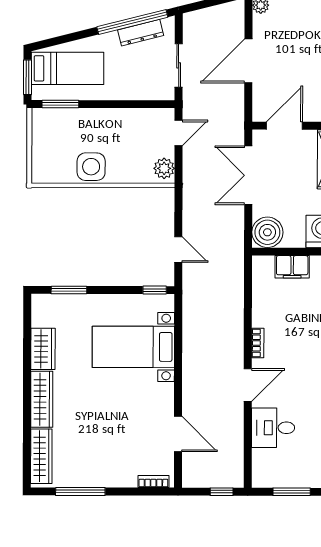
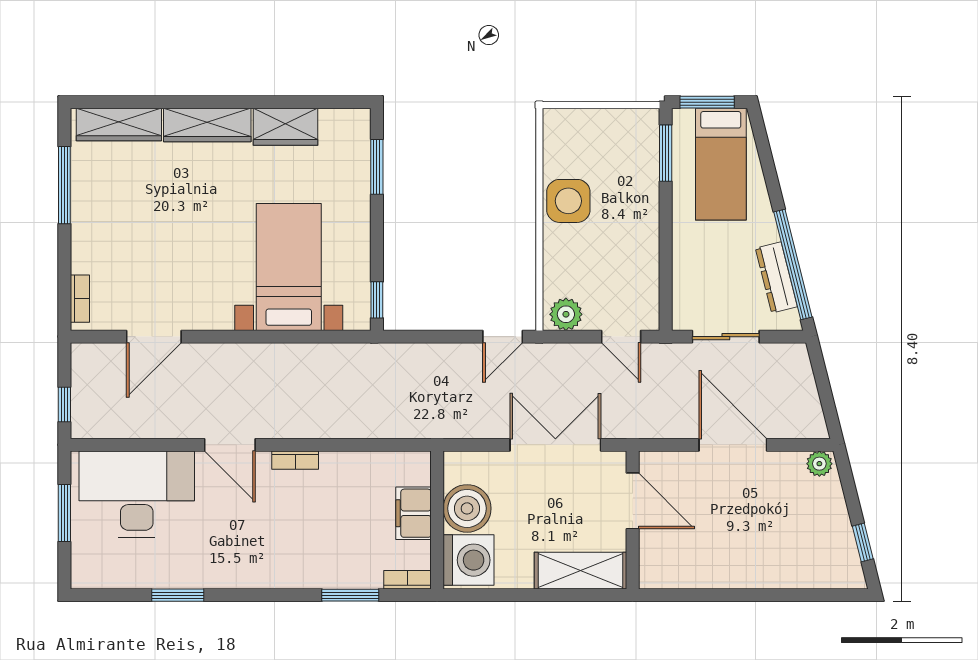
boiler: (267, 232) -> (467, 508), moved
door: (178, 250) -> (503, 337), moved
desk: (273, 428) -> (137, 494), width x1.87, depth x1.30

